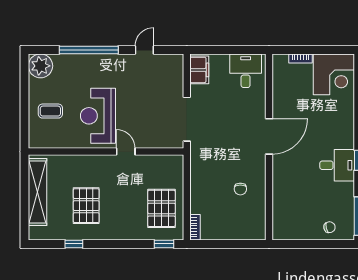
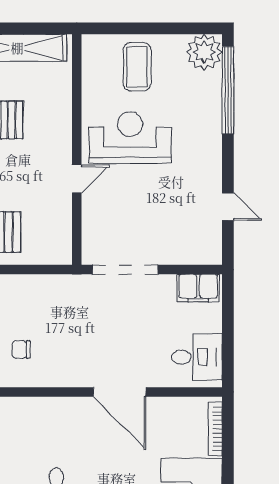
window: (89, 50) -> (228, 90), moved
bookcase: (301, 58) -> (215, 429), width x1.56
coffee table: (50, 111) -> (137, 67), width x1.36, depth x1.30
door: (269, 136) -> (120, 392), moved

